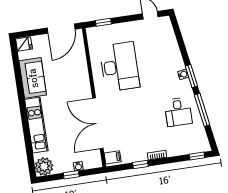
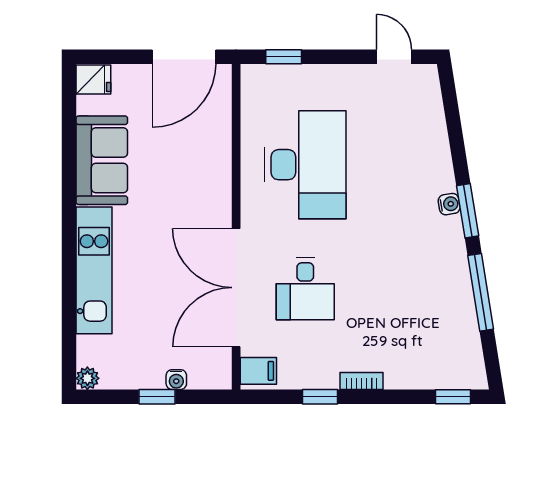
desk: (178, 112) -> (305, 289), moved
plant: (44, 166) -> (87, 378), width x0.53, depth x0.53

